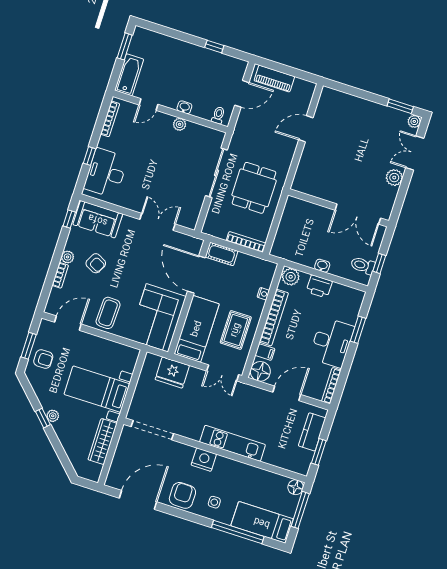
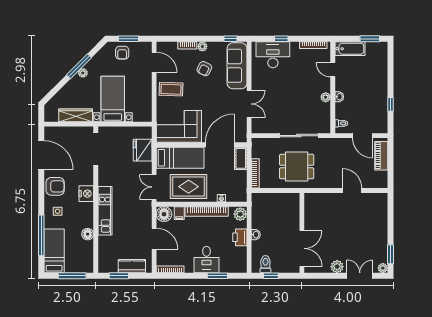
double door: (358, 214) -> (302, 248), swing flipped
sofa: (98, 219) -> (237, 66), width x1.36
rug: (236, 330) -> (189, 187), width x1.36, depth x1.43
desk: (332, 342) -> (207, 260), width x0.73
window: (43, 418) -> (79, 66), width x2.17
floor lamp: (296, 487) -> (88, 234), moved

